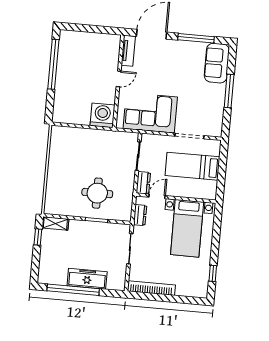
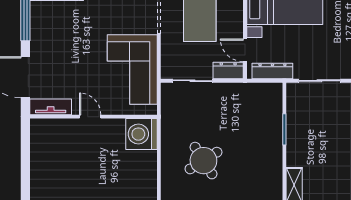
round table: (97, 193) -> (203, 161), moved, turned -32
dresser: (140, 215) -> (272, 71), width x1.44

